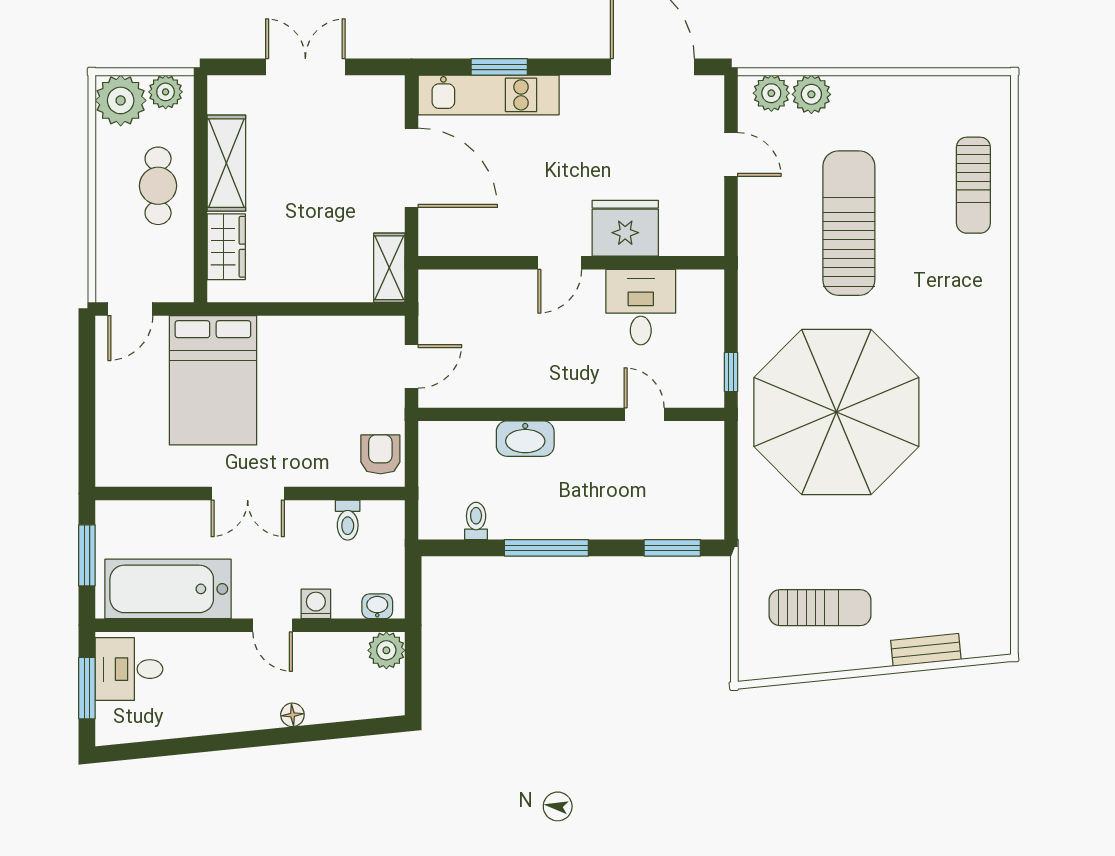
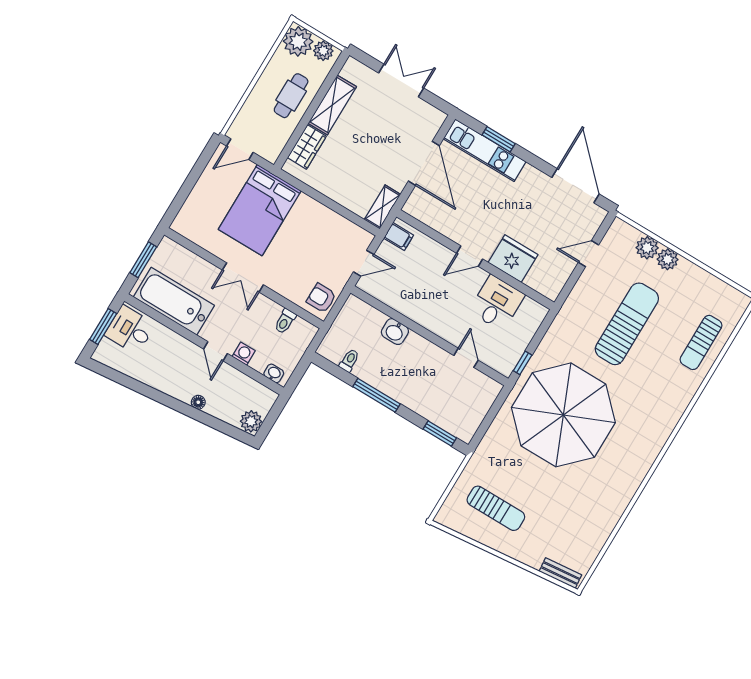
plant: (771, 93) -> (668, 259), moved
door: (731, 154) -> (589, 254), swing flipped
filing cabinet: (439, 297) -> (399, 237), added
washbasin: (525, 439) -> (395, 332), width x0.72
armchair: (380, 454) -> (321, 298), turned -90
plant: (386, 650) -> (251, 421), moved
bench: (926, 650) -> (560, 573), moved

